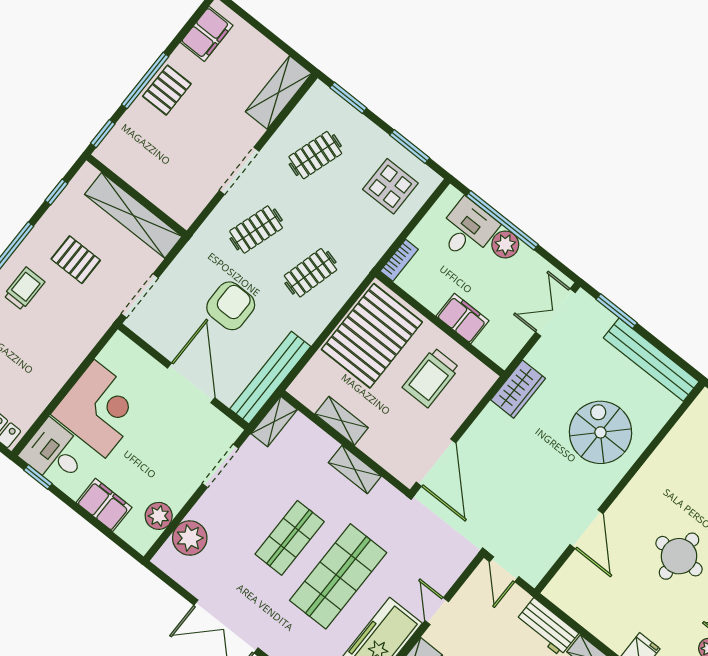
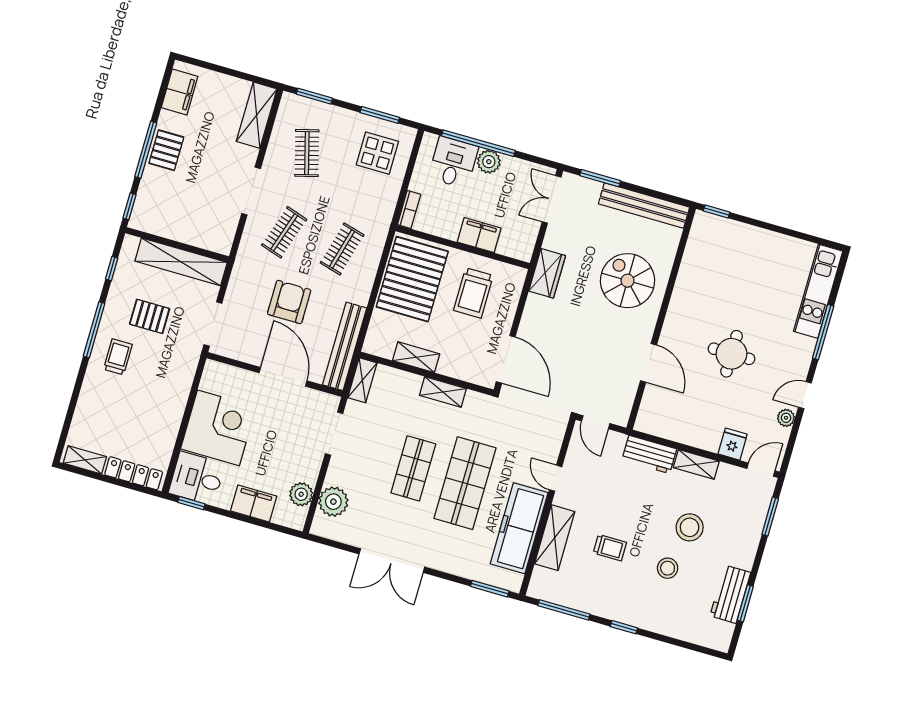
clothes rail: (315, 155) -> (307, 153), turned -33

